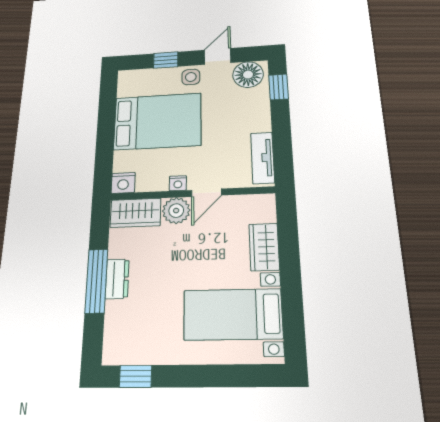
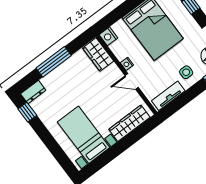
side table: (191, 77) -> (186, 72), moved
plant: (176, 211) -> (113, 74), removed
wardrobe: (264, 247) -> (129, 123), width x1.50
dresser: (117, 279) -> (33, 92), moved

